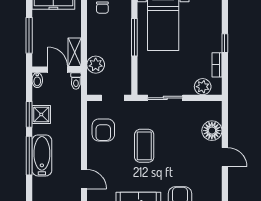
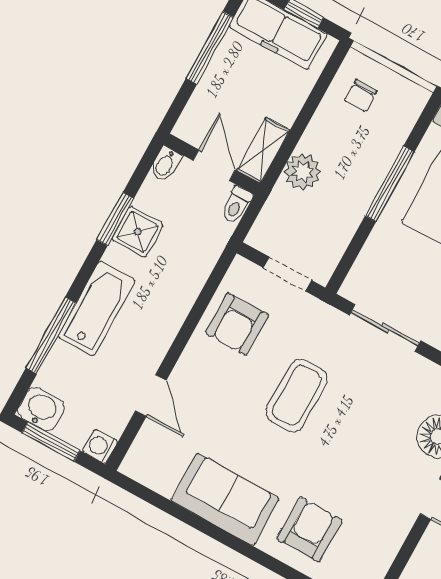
window: (29, 35) -> (210, 48), moved
plant: (96, 65) -> (303, 172), moved
window: (29, 156) -> (51, 335), moved

